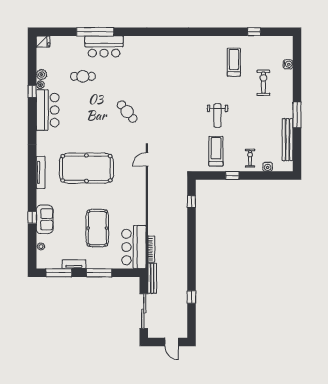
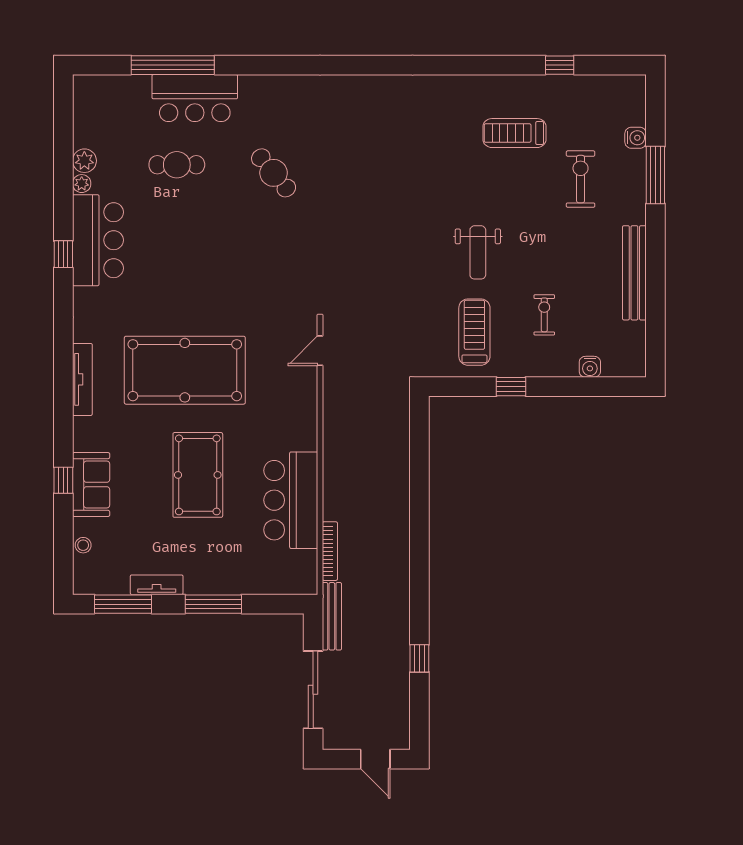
window: (95, 32) -> (173, 65), moved
fridge: (43, 42) -> (88, 87), removed
bar counter: (104, 47) -> (195, 98), moved
treadmill: (234, 62) -> (514, 133), turned -90
window: (32, 91) -> (63, 254), moved
cafe table: (127, 112) -> (274, 173), moved
window: (297, 115) -> (655, 175), moved
bench: (287, 140) -> (634, 273), moved
exercise bike: (250, 158) -> (544, 315), moved
window: (191, 202) -> (419, 445), removed
pool table: (97, 228) -> (198, 475), moved
bar counter: (134, 247) -> (291, 500), moved

